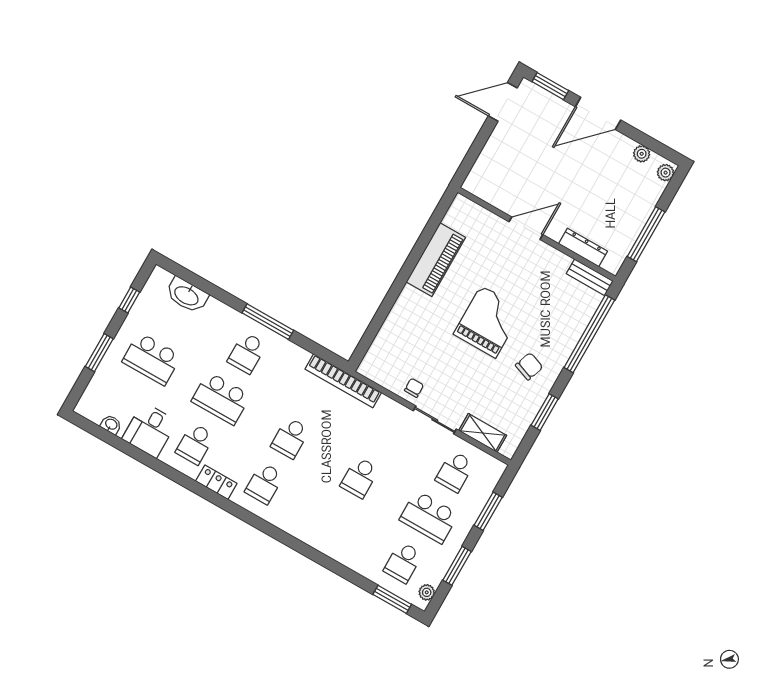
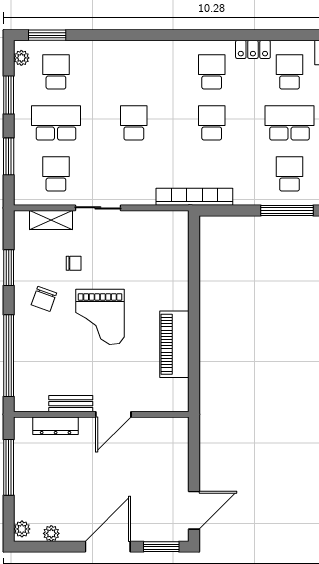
bench: (590, 277) -> (71, 404), moved
chair: (414, 388) -> (74, 263), moved, turned -90

